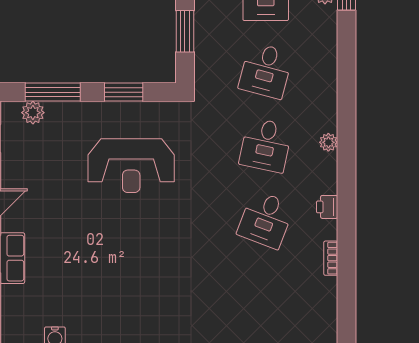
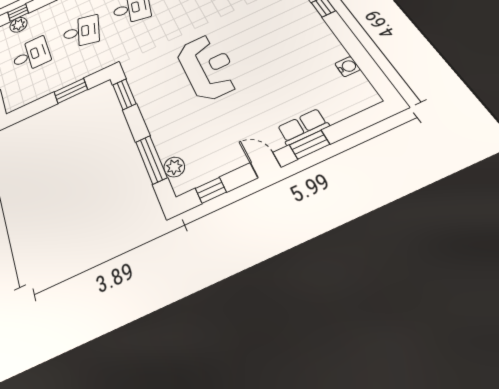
window: (124, 92) -> (124, 94), moved
reception desk: (131, 166) -> (208, 67), moved

